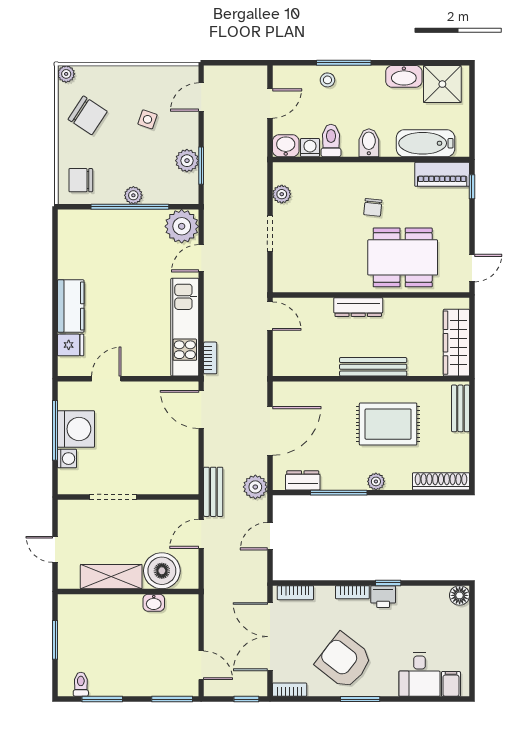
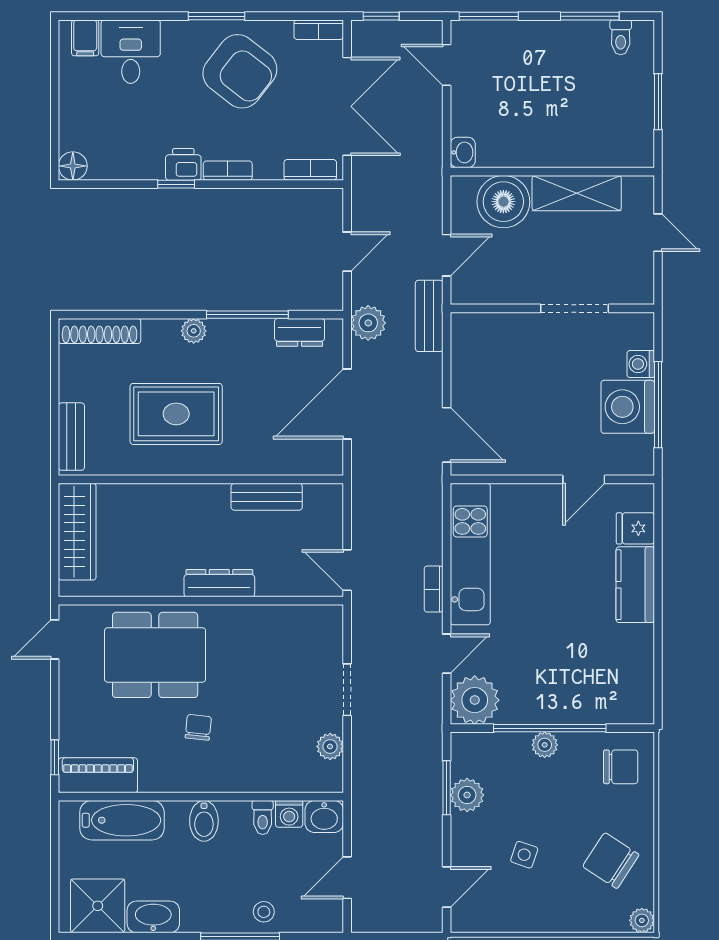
toilet: (331, 141) -> (263, 817), width x0.73, depth x0.72
bookcase: (210, 358) -> (434, 589), moved
bench: (373, 367) -> (267, 497), moved, width x0.73
washbasin: (154, 603) -> (463, 152), moved, turned 90

